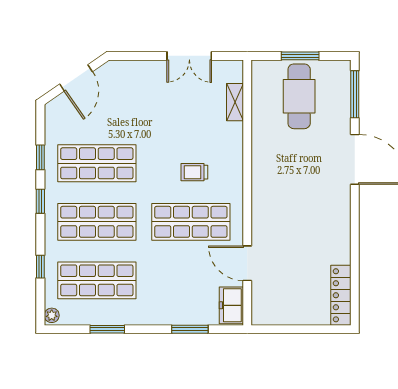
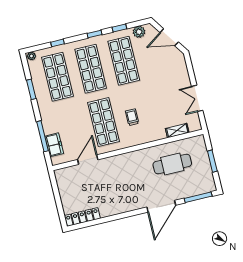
cafe table: (299, 96) -> (172, 164), moved
plant: (55, 126) -> (139, 32), added
freezer: (231, 305) -> (54, 145), moved, turned 90
window: (190, 329) -> (43, 136), width x1.44

